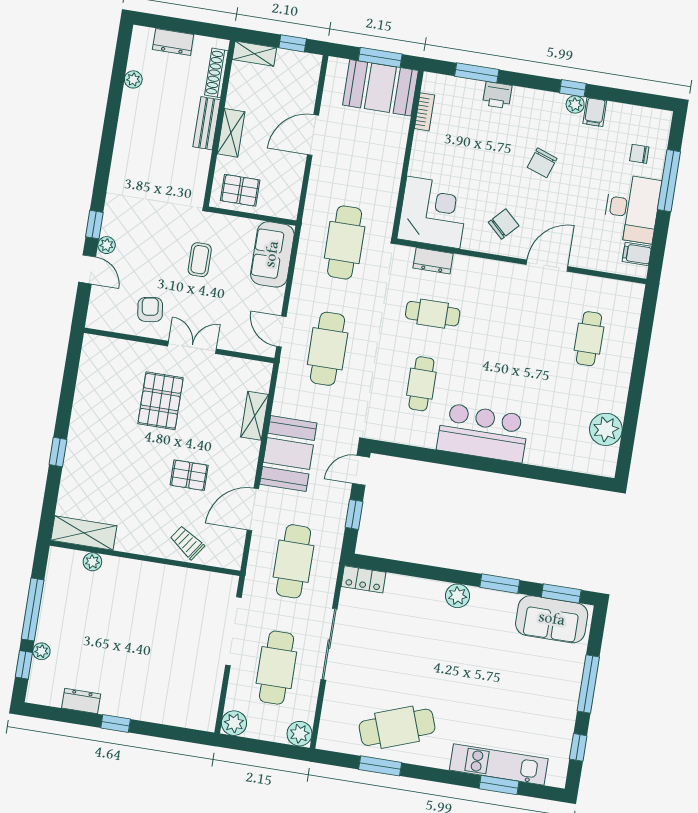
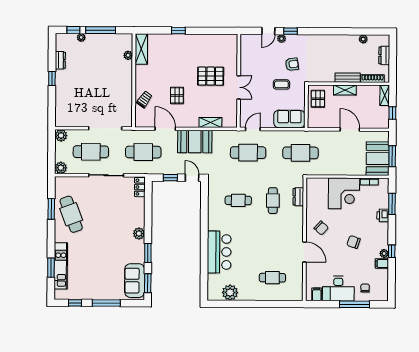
corner desk: (433, 212) -> (344, 193), moved
armchair: (150, 310) -> (292, 64), moved
bar counter: (483, 433) -> (219, 252), moved

